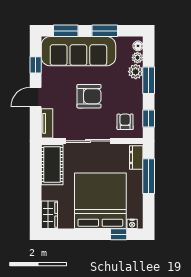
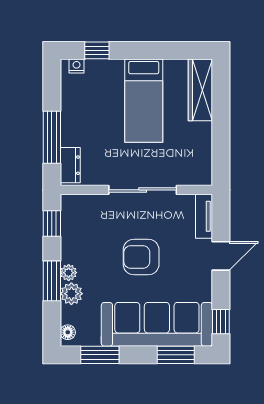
window: (105, 31) -> (100, 355), moved
plant: (137, 58) -> (69, 273), moved
window: (36, 65) -> (221, 322), moved
armchair: (125, 122) -> (87, 219), removed
cot: (52, 165) -> (196, 155), removed
bed: (100, 201) -> (144, 101), width x0.49
wardrobe: (49, 215) -> (200, 90), width x1.50

